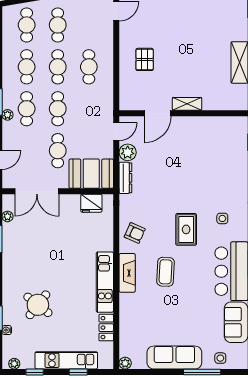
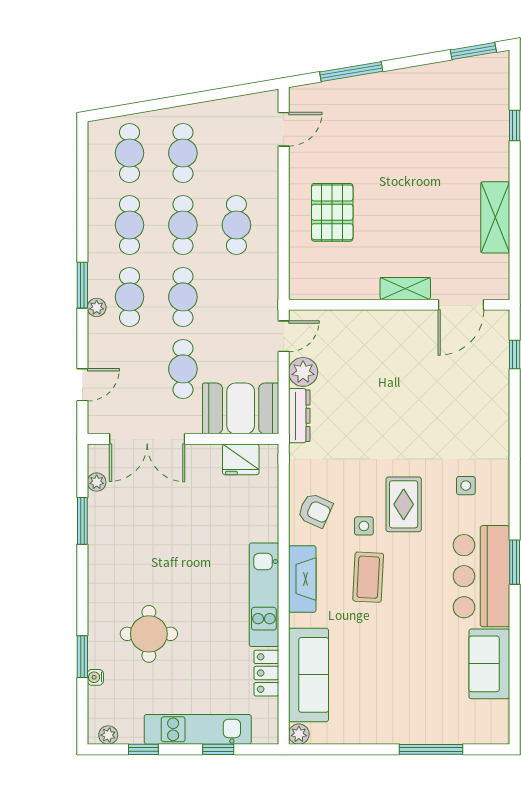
pallet: (145, 59) -> (332, 212), width x1.50, depth x1.42
door: (158, 113) -> (461, 305), moved
round table: (38, 305) -> (149, 634), turned -38
sofa: (174, 358) -> (308, 675), moved, turned 90
side table: (220, 358) -> (364, 526), moved

